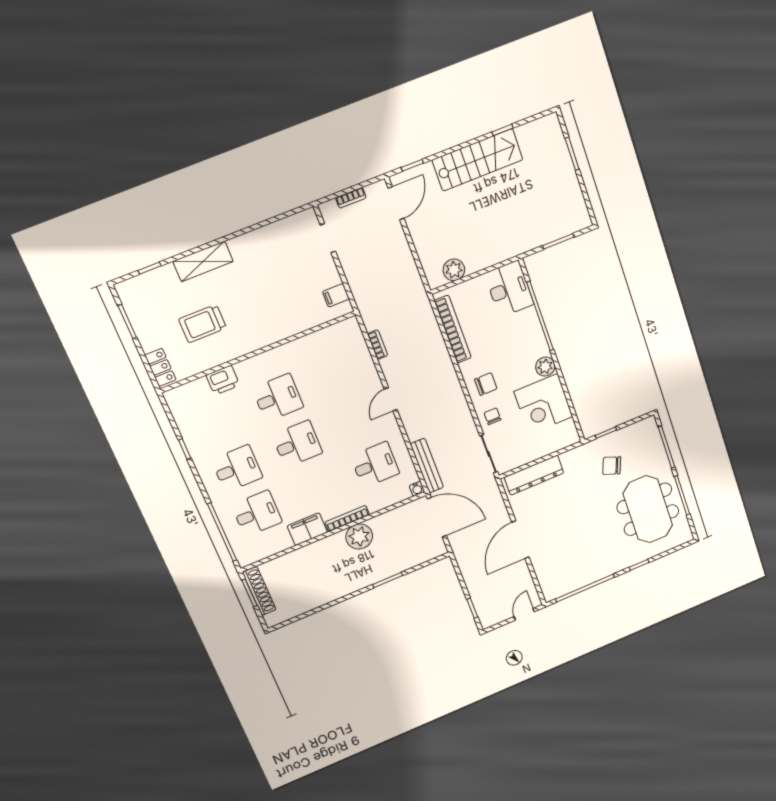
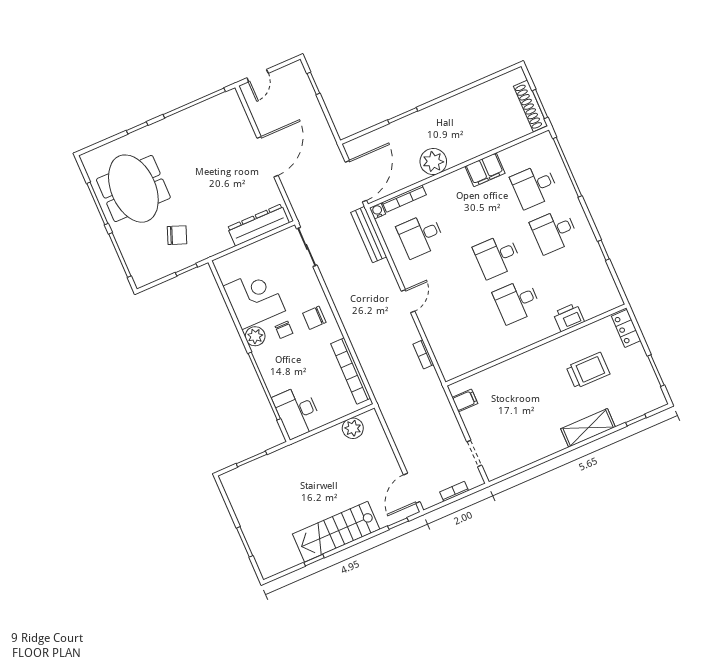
chair: (492, 416) -> (284, 330), moved
door: (437, 517) -> (356, 181), swing flipped
bookcase: (347, 518) -> (404, 199), moved

